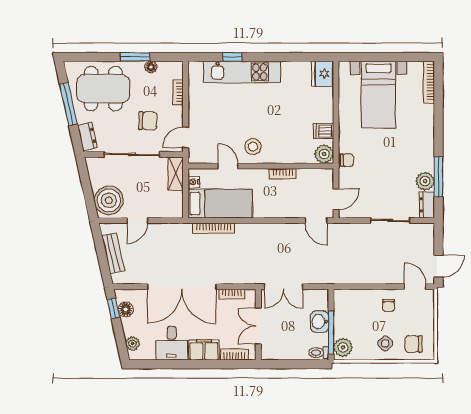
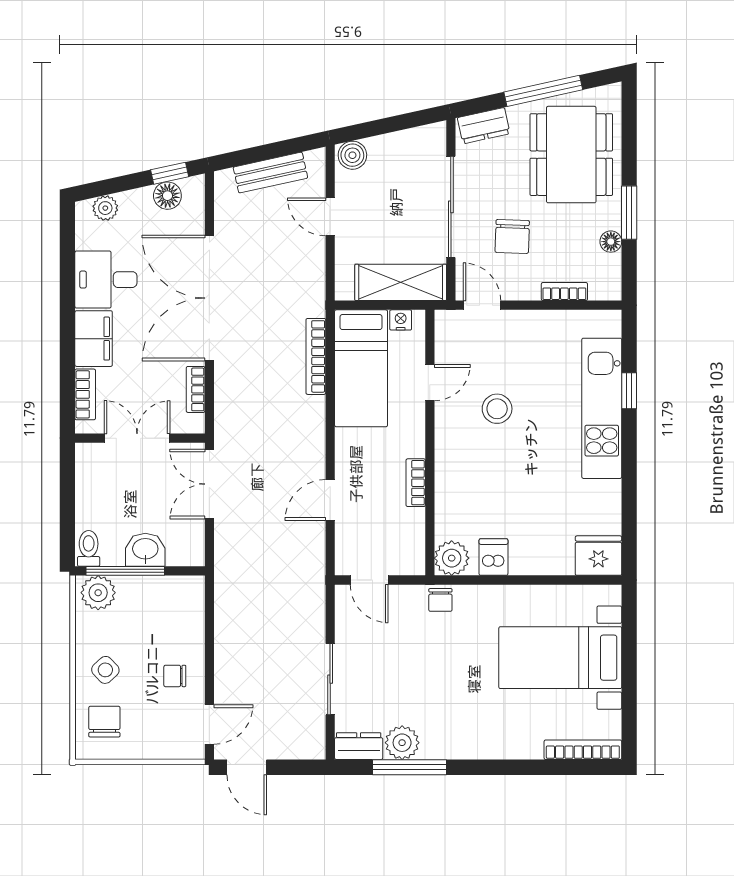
stool: (253, 147) -> (497, 409), moved
shelving: (176, 174) -> (401, 282), width x1.50, depth x1.33
boiler: (109, 200) -> (352, 155), width x0.54, depth x0.54
door: (316, 221) -> (330, 500), moved

